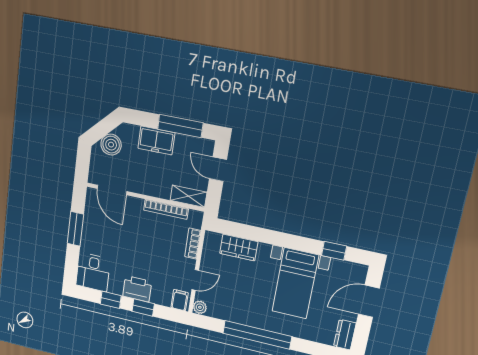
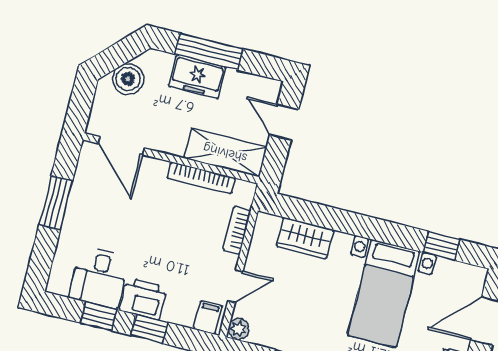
window: (180, 126) -> (209, 52), moved
shelving: (189, 196) -> (225, 153), width x1.50, depth x1.33
desk: (93, 272) -> (99, 278), moved

